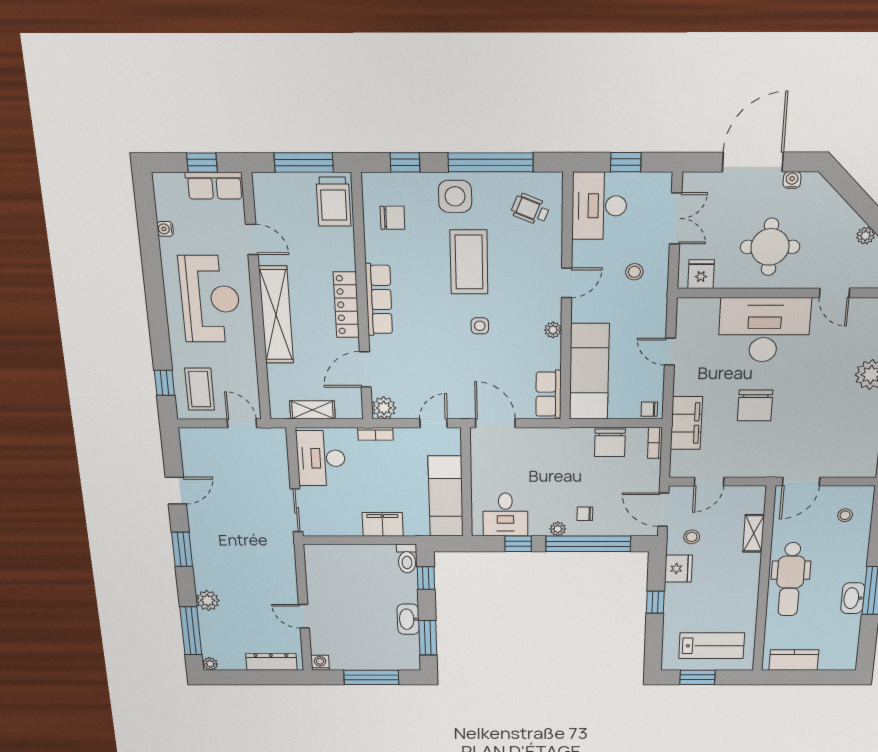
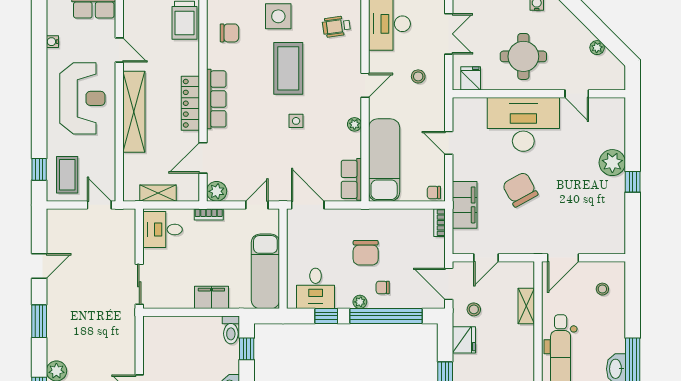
wheelchair: (530, 209) -> (336, 26), turned -30
chair: (755, 406) -> (520, 189), turned 151
chair: (610, 443) -> (366, 253), moved
desk: (321, 458) -> (163, 230), width x0.73

